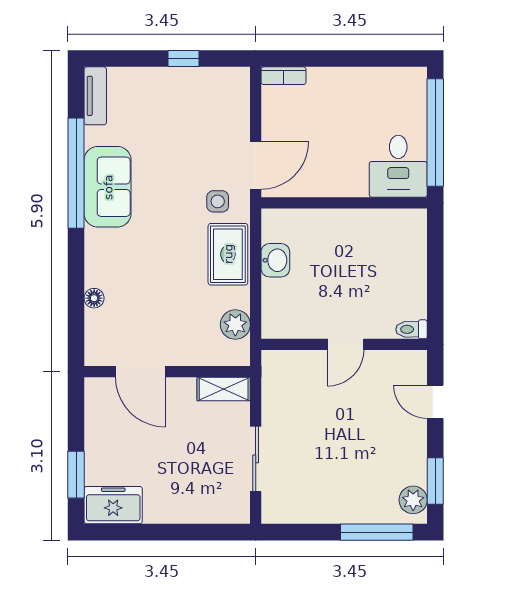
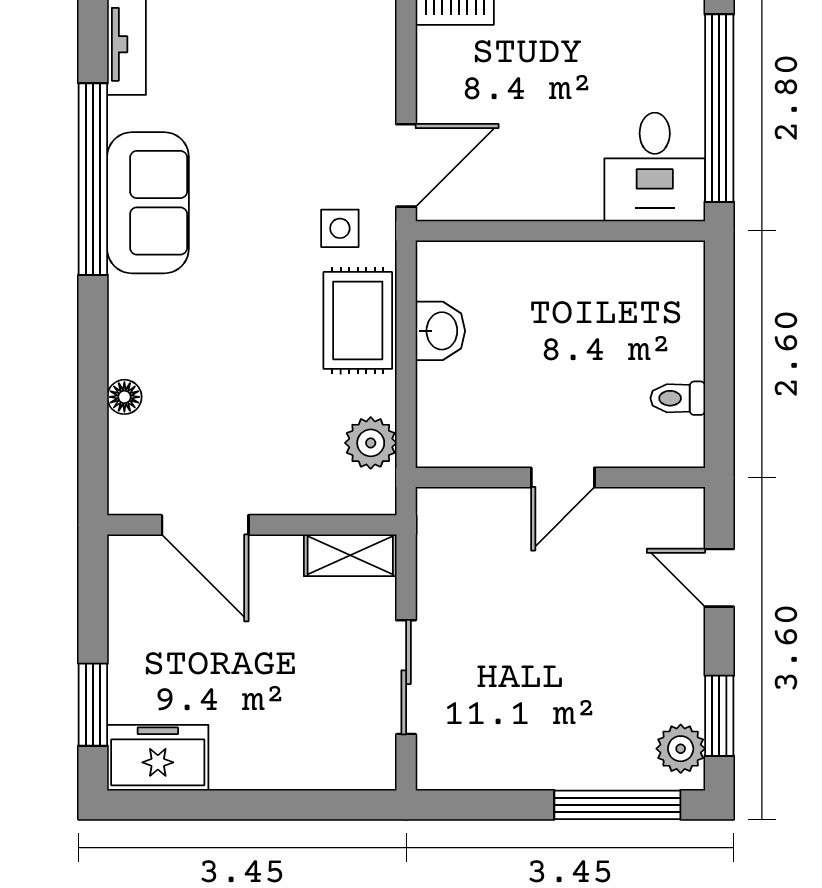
toilet: (411, 329) -> (678, 398), moved

